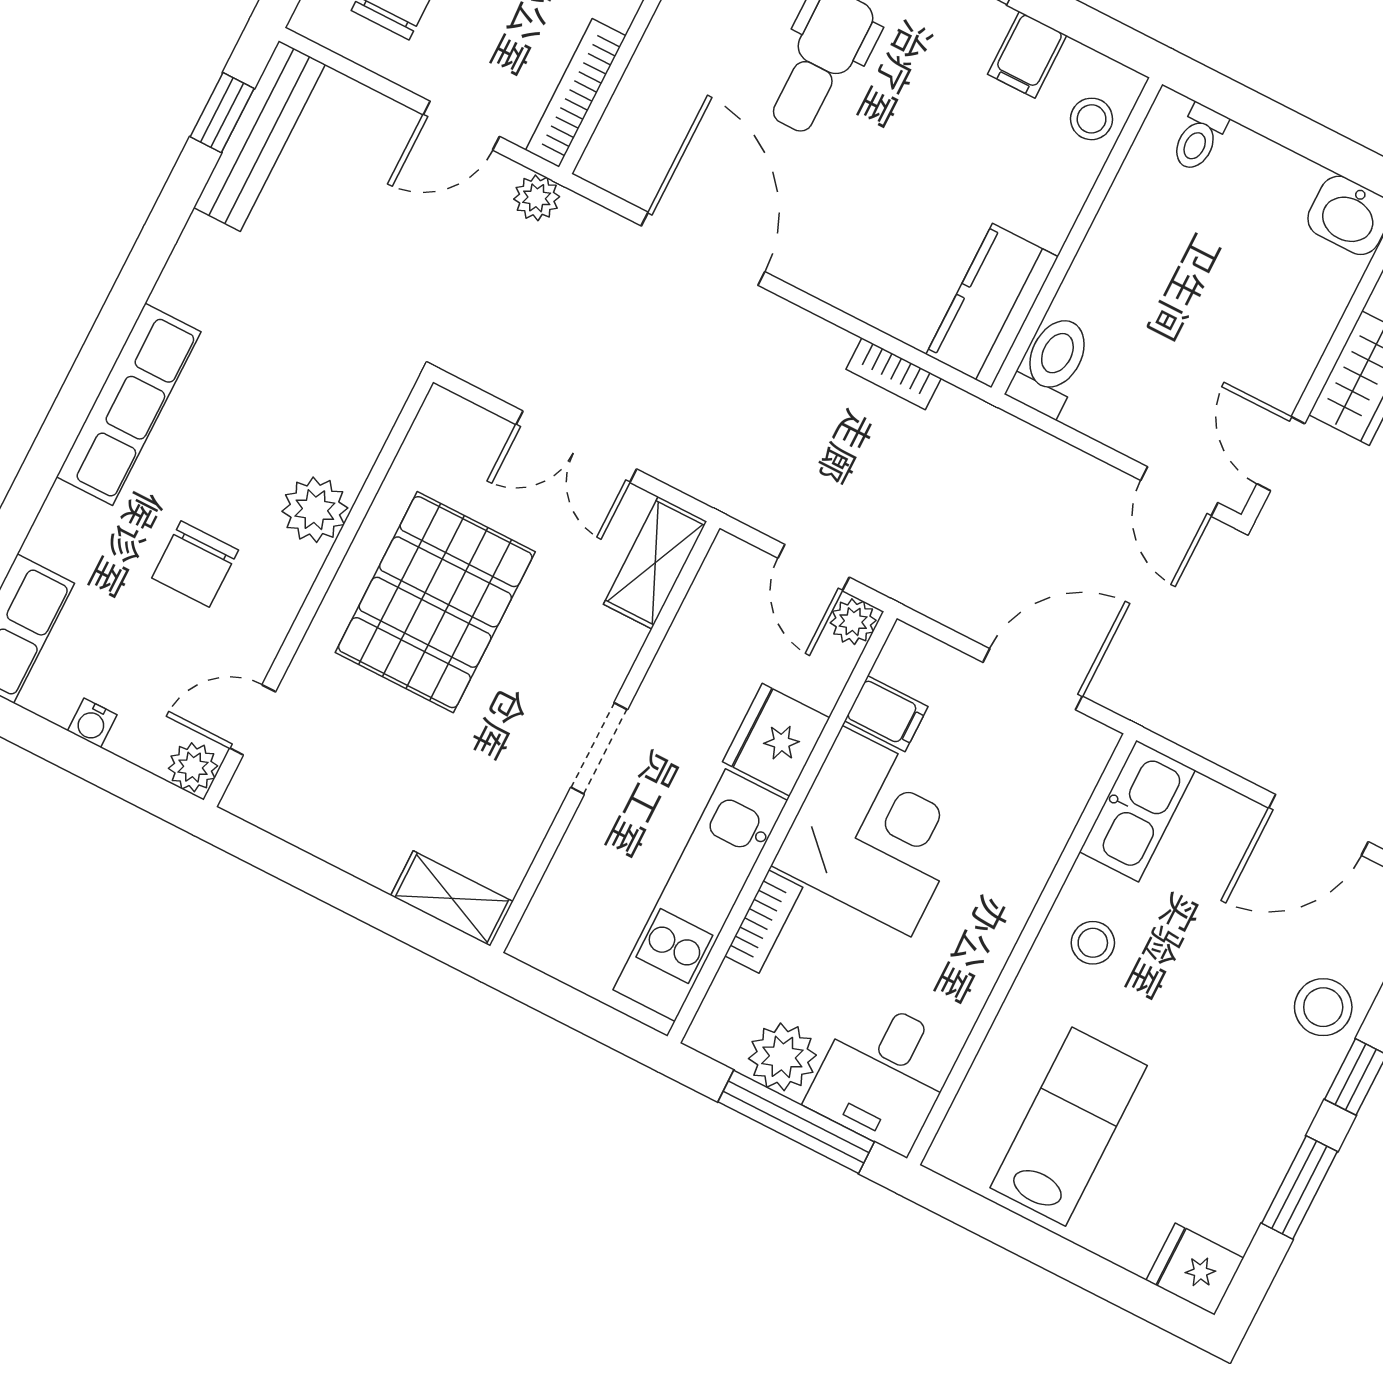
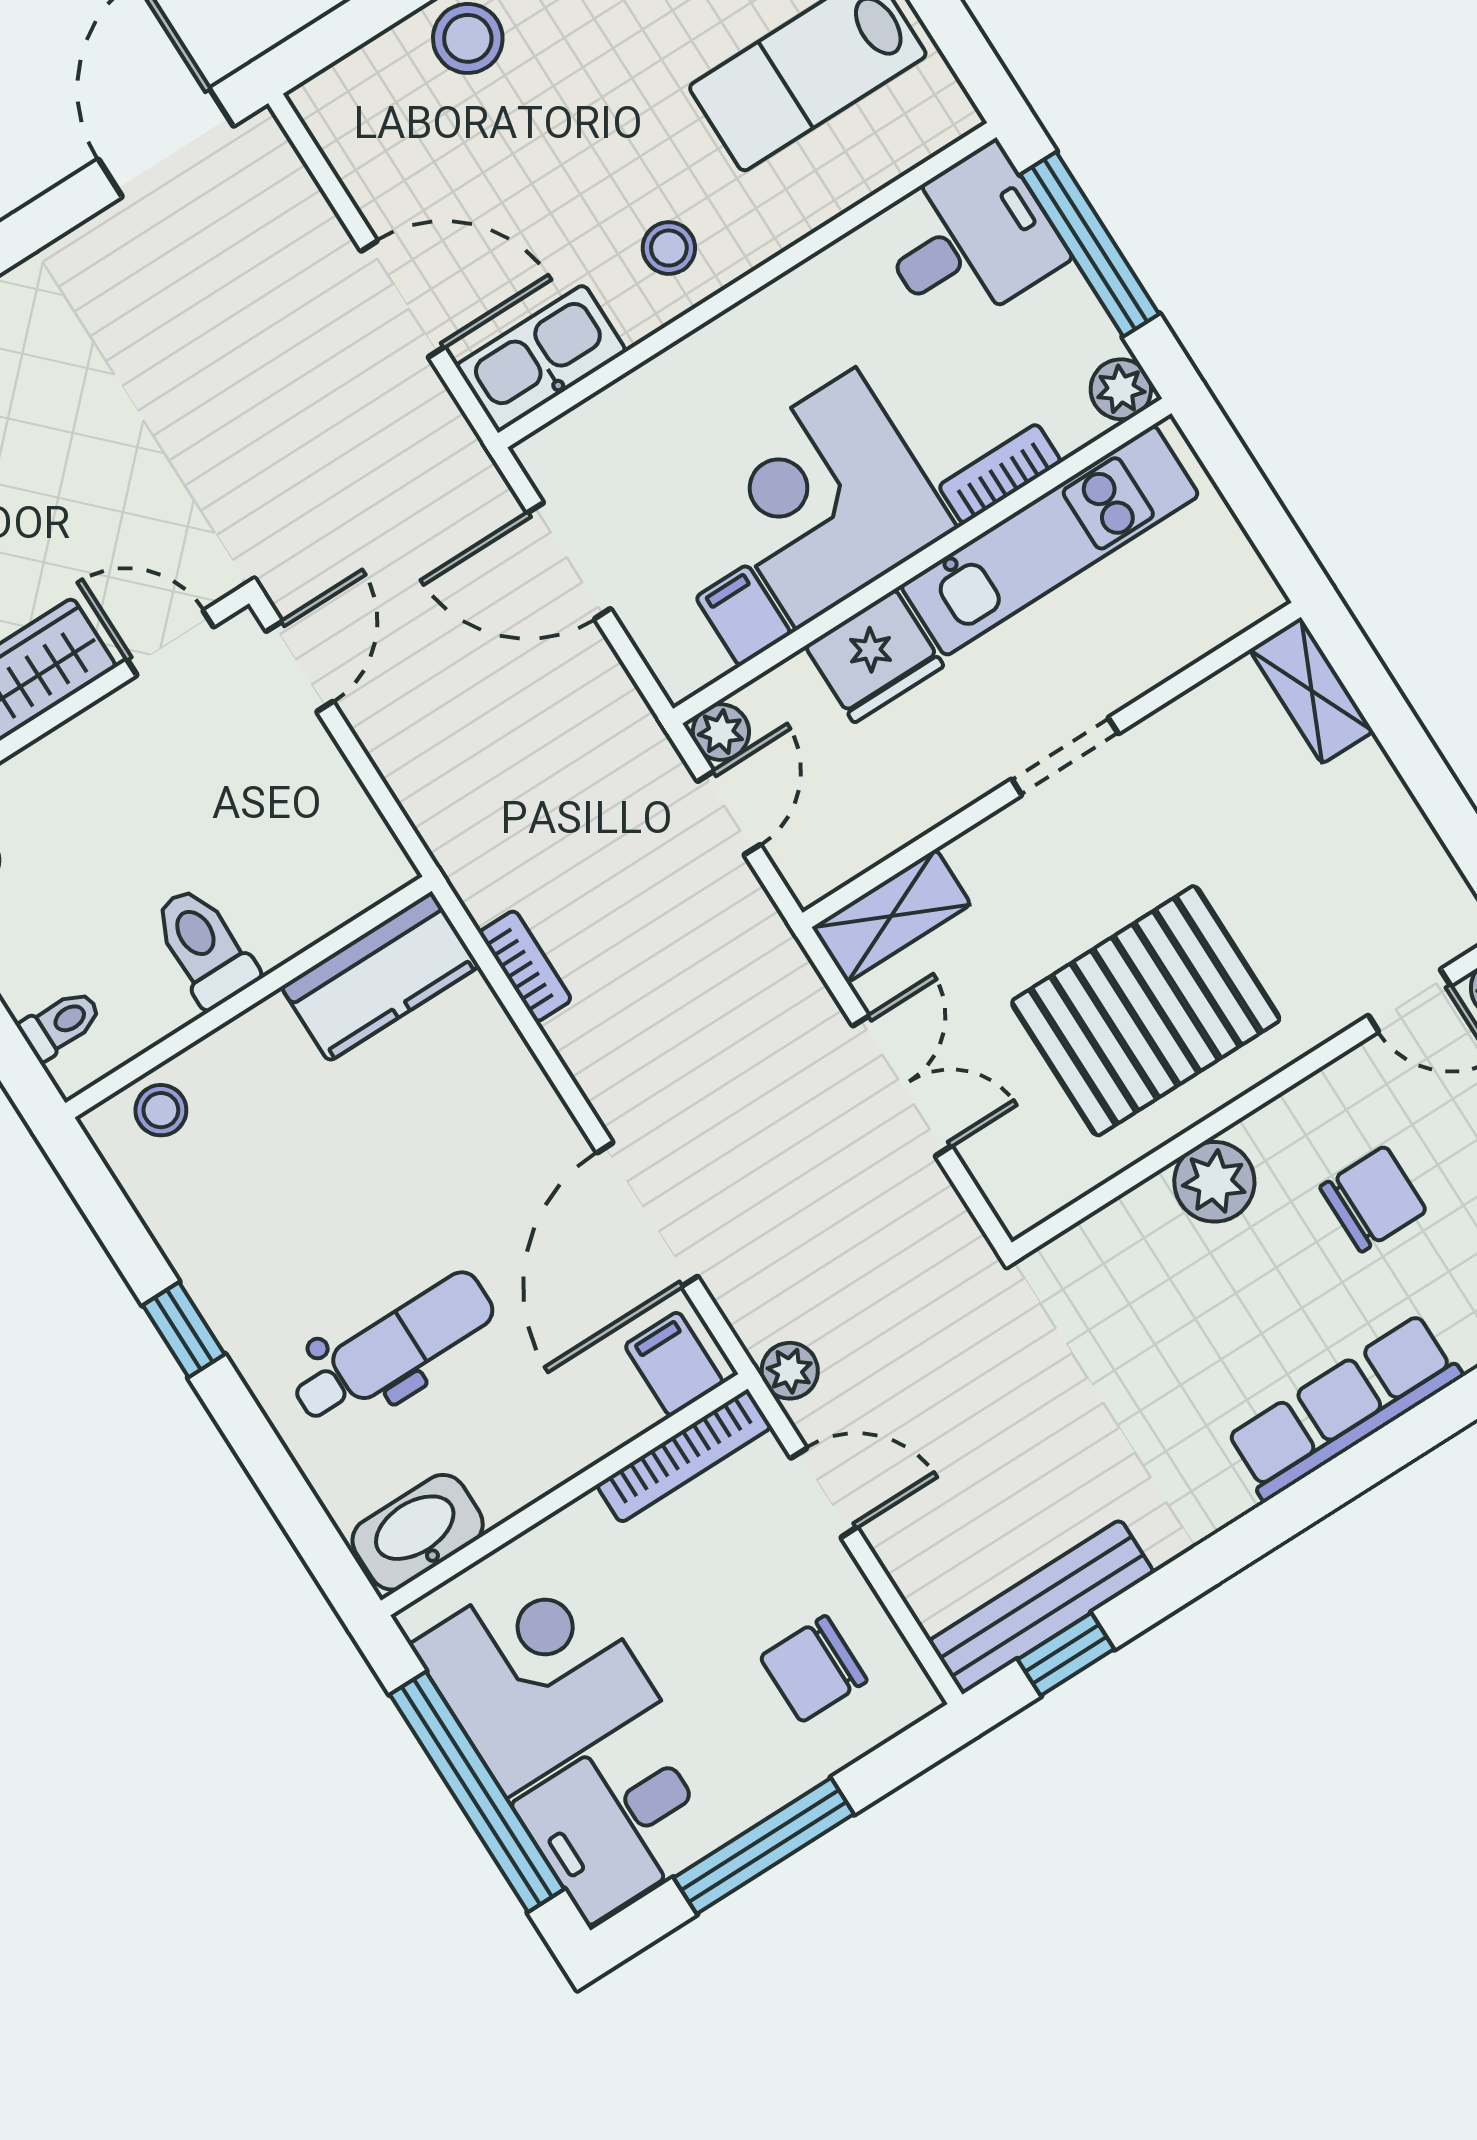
filing cabinet: (1027, 55) -> (674, 1364), moved, turned -90
toilet: (1051, 365) -> (204, 947), moved, turned 90
door: (1281, 454) -> (170, 643), swing flipped
door: (1318, 825) -> (403, 299), moved
plant: (782, 1057) -> (1121, 389), moved, width x0.73, depth x0.73

